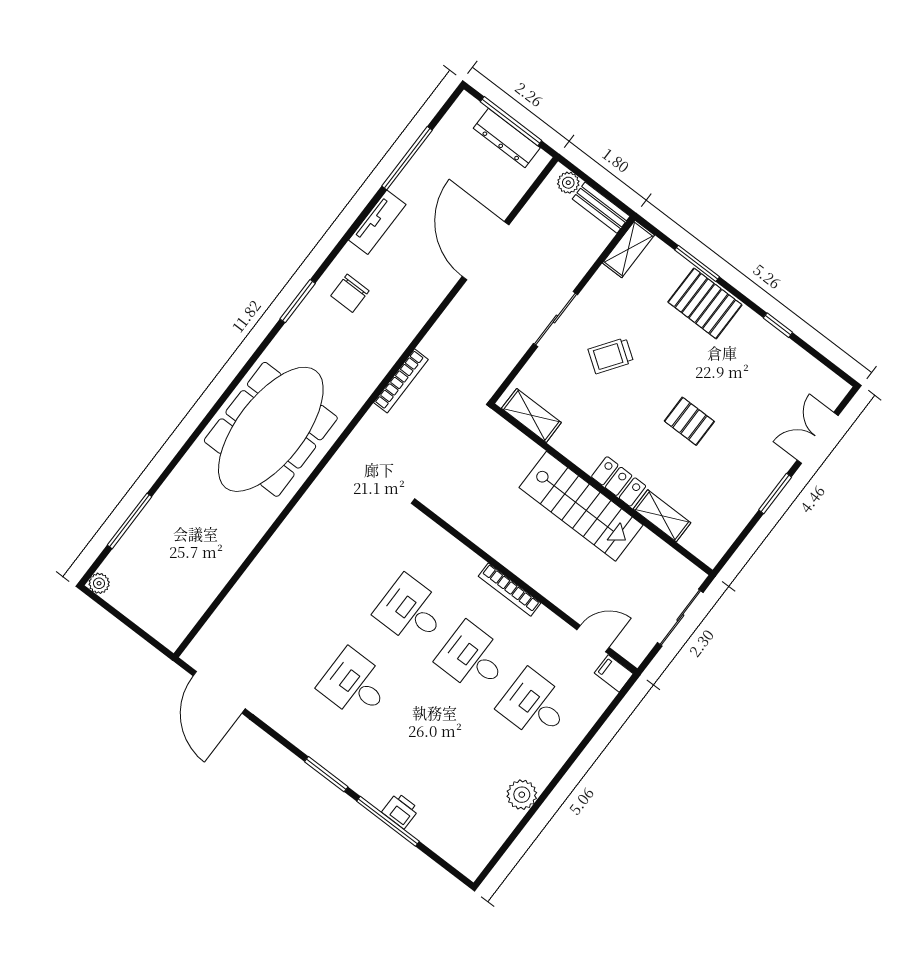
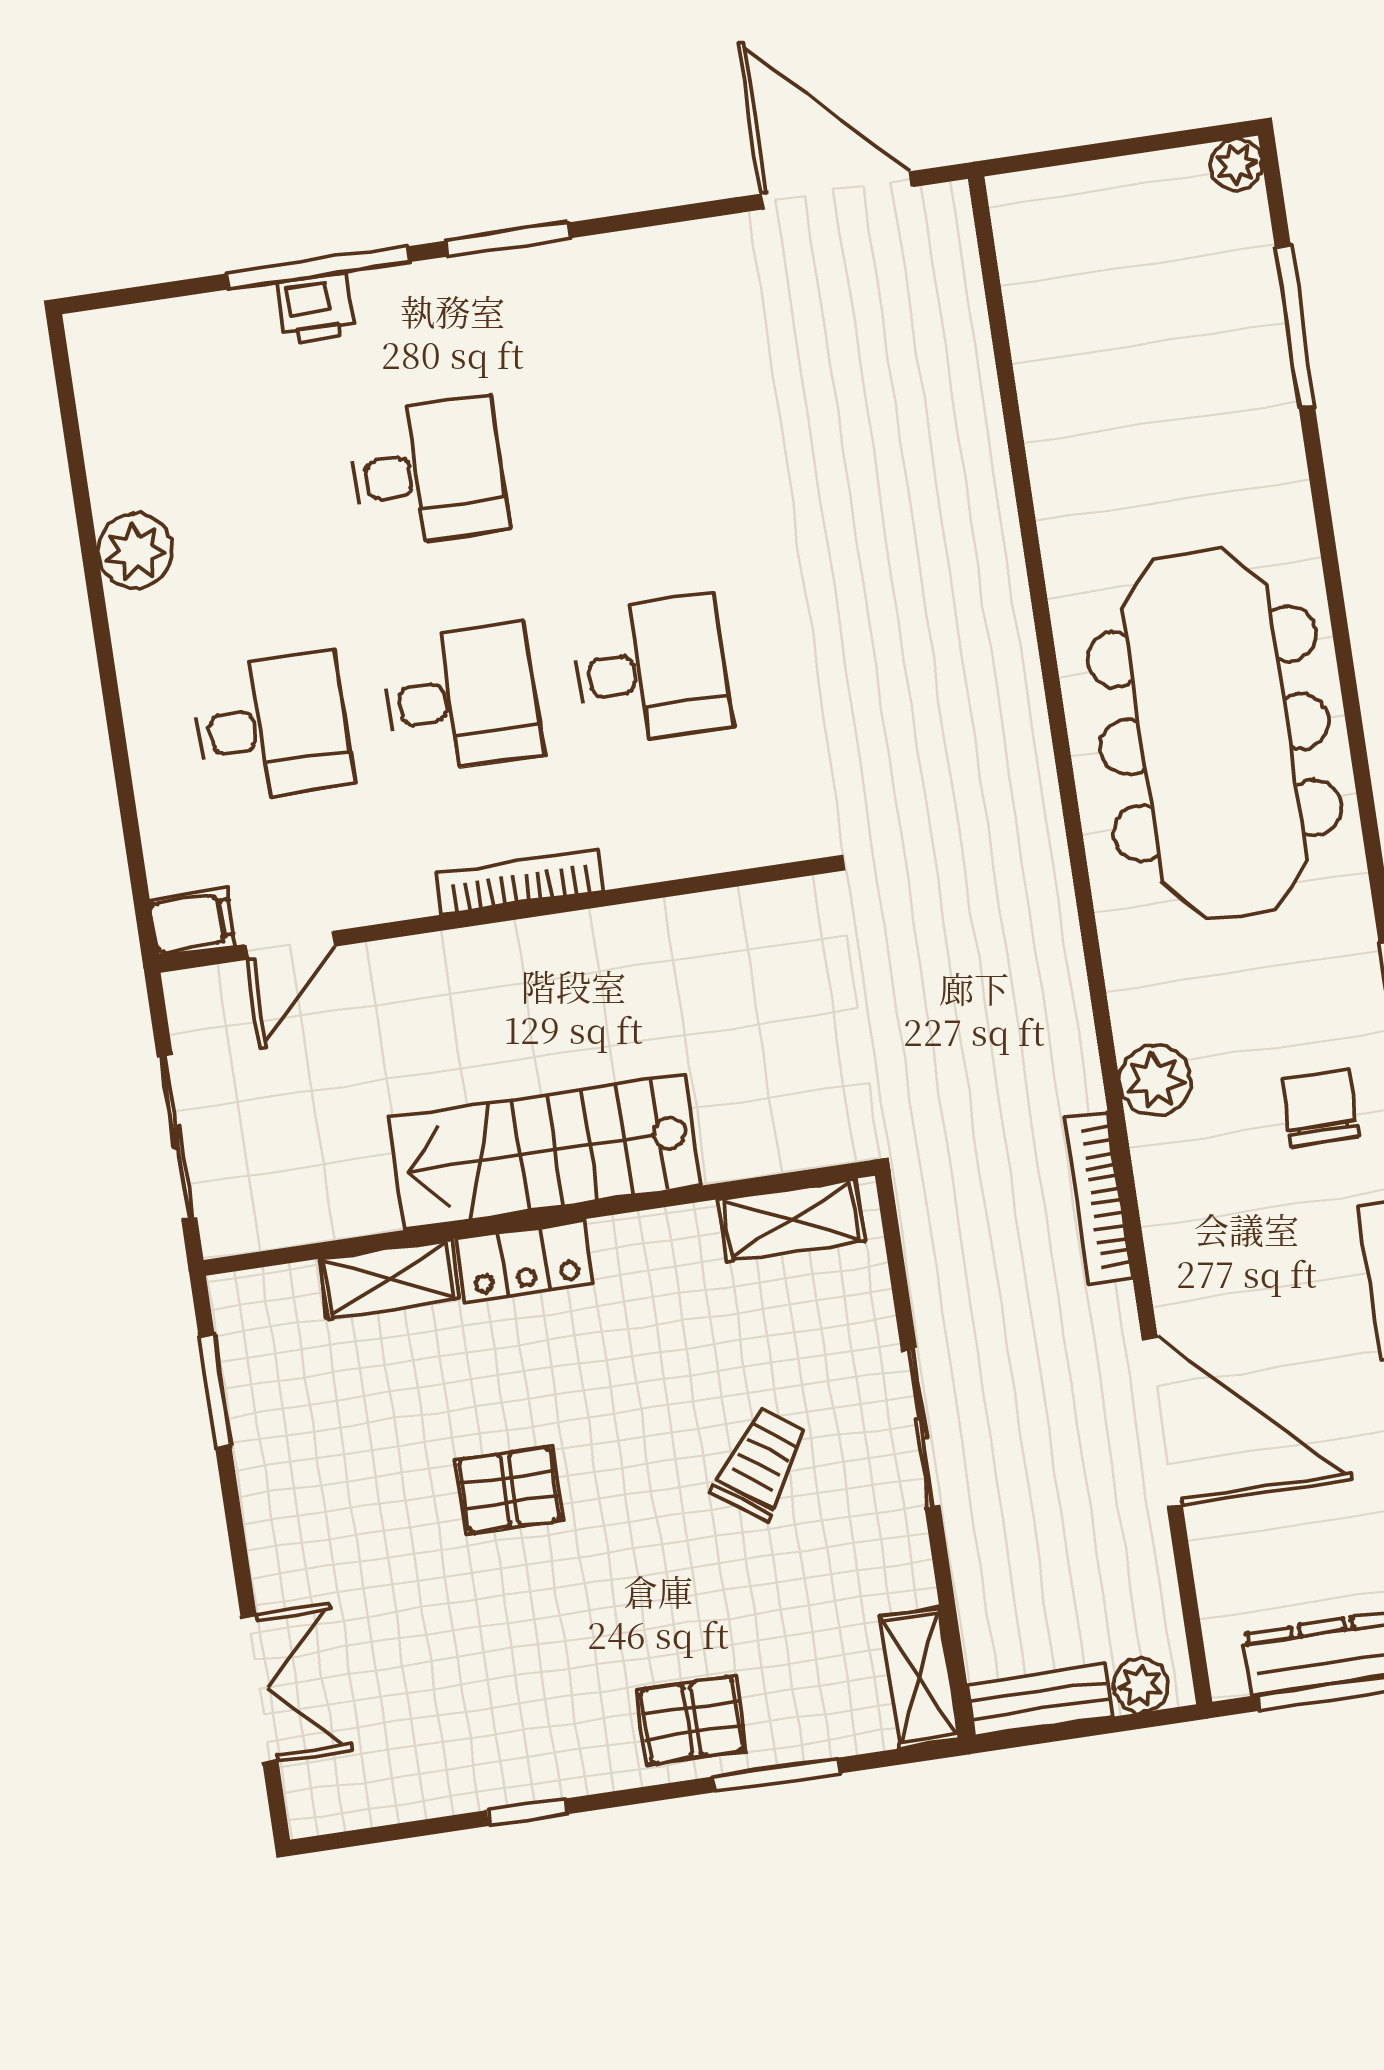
pallet: (705, 303) -> (692, 1720), width x0.67, depth x0.71
plant: (388, 349) -> (1155, 1081), added
bookcase: (401, 381) -> (1099, 1198), moved
window: (775, 493) -> (215, 1391), moved
desk: (355, 685) -> (428, 472), moved

